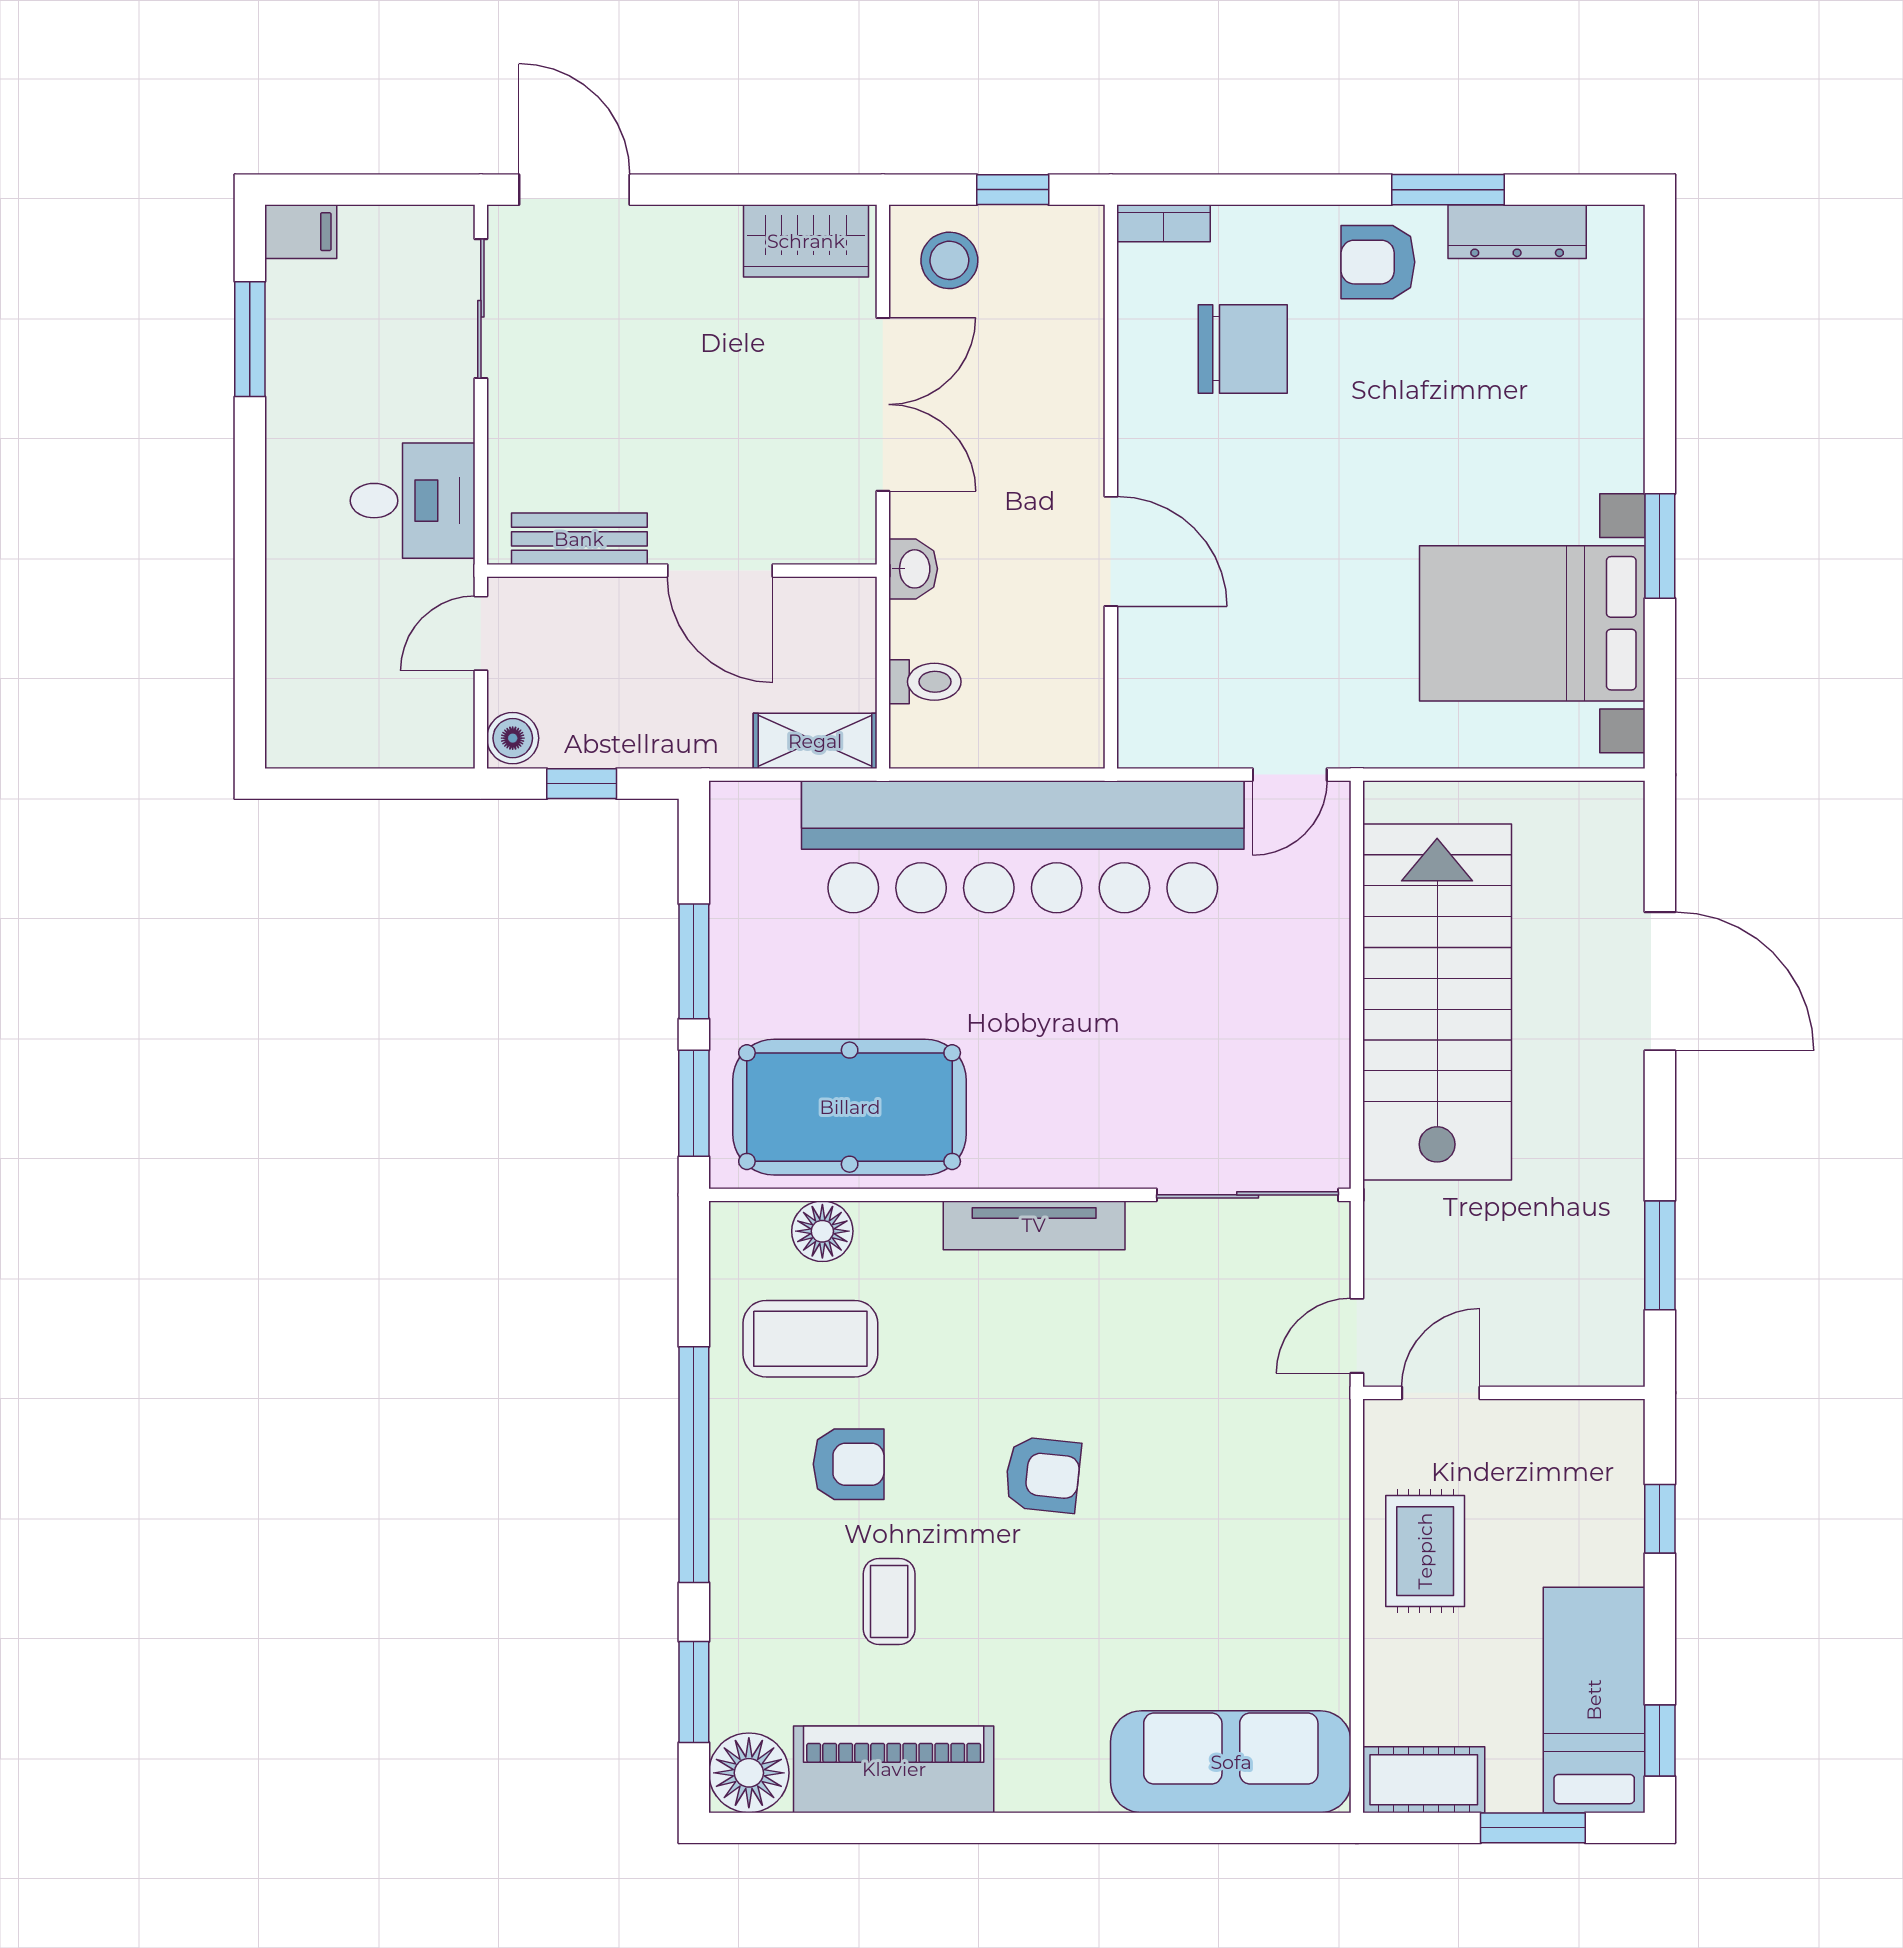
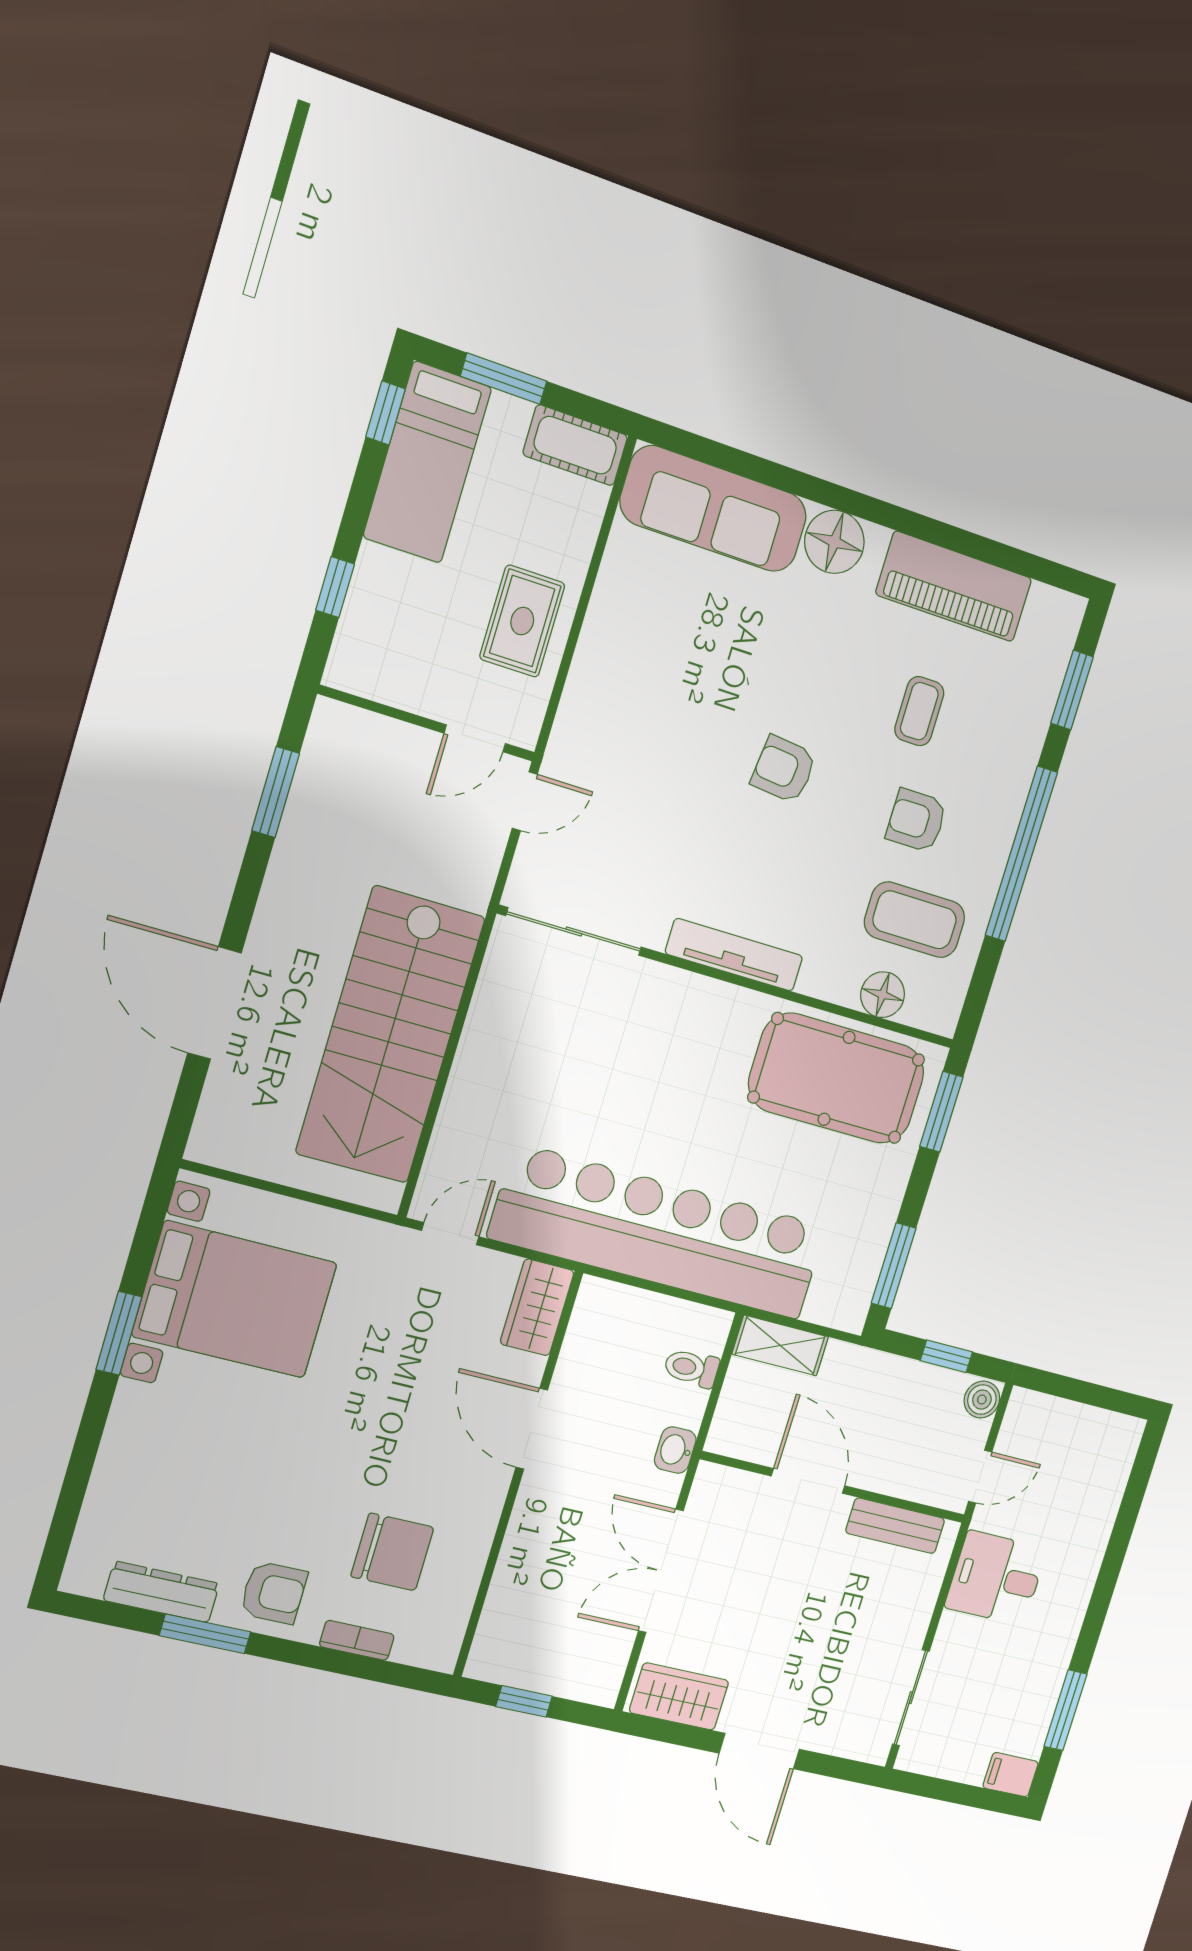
door: (574, 190) -> (759, 1751), moved
bookcase: (1163, 223) -> (357, 1640), moved
stool: (949, 260) -> (584, 1661), removed
chair: (1243, 349) -> (392, 1552), turned 180
wardrobe: (1151, 710) -> (537, 1307), added
window: (694, 961) -> (894, 1266), moved
floor lamp: (749, 1773) -> (834, 542), moved

